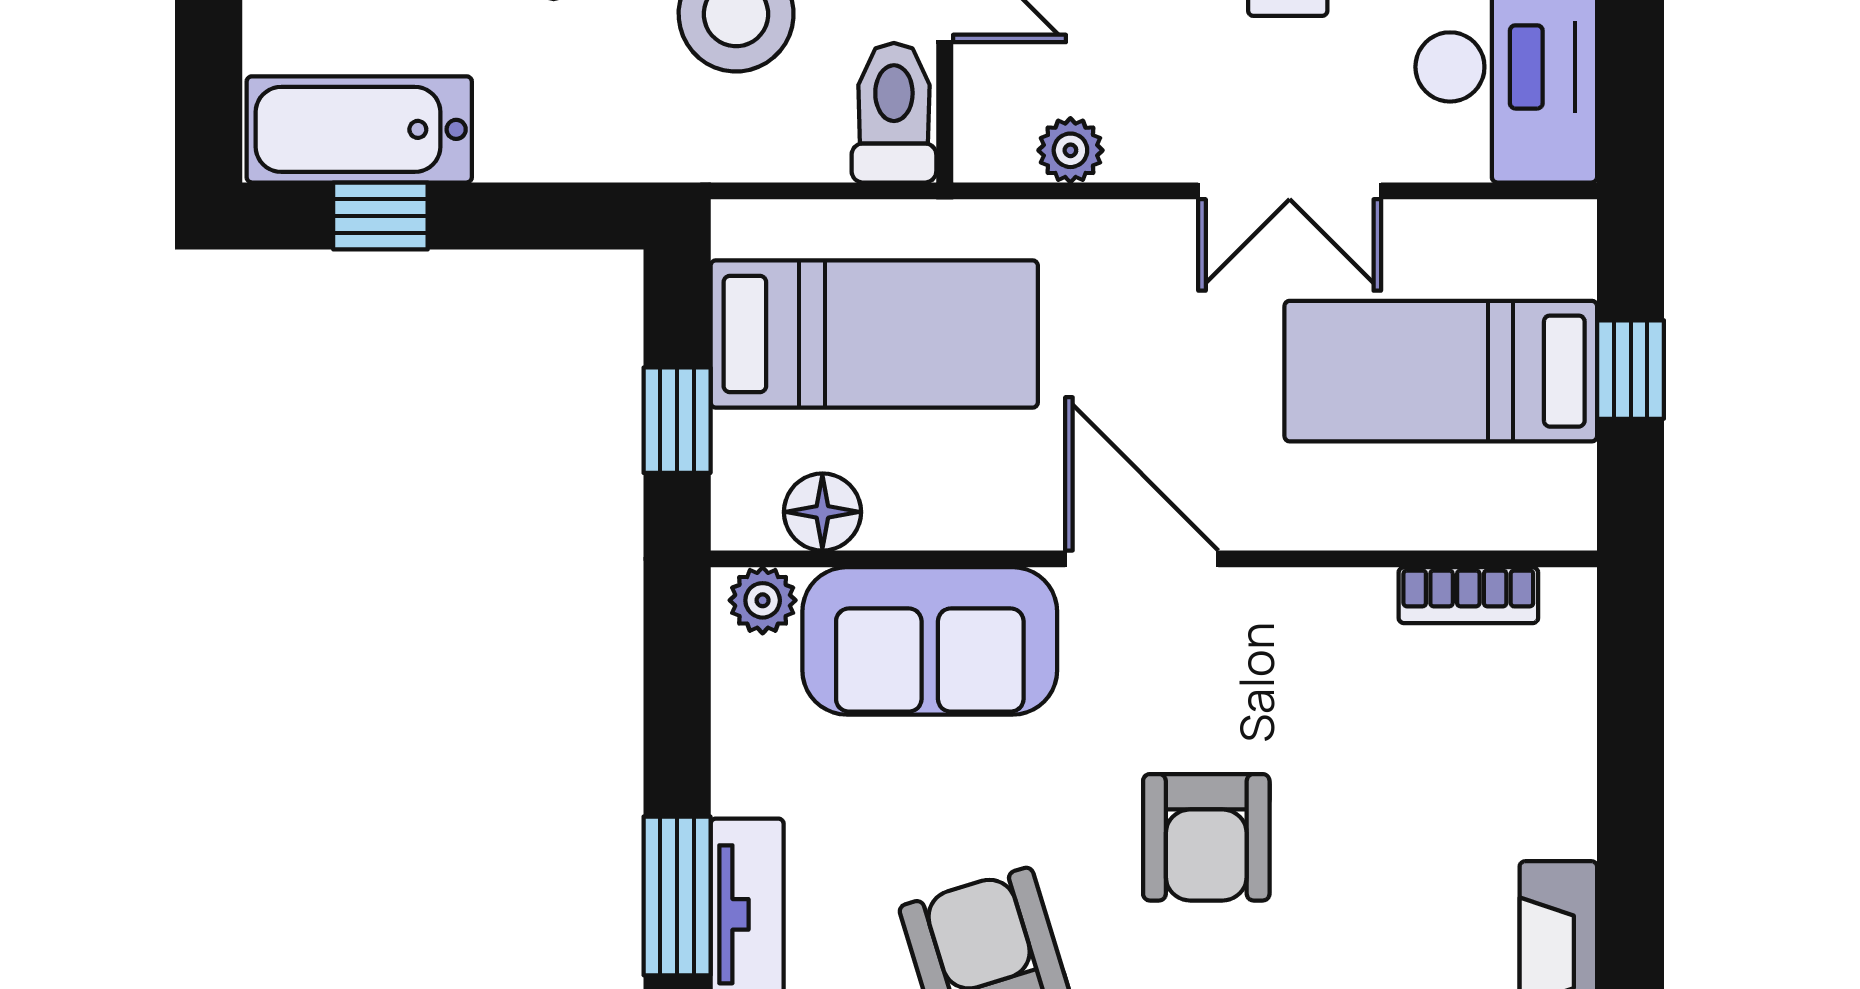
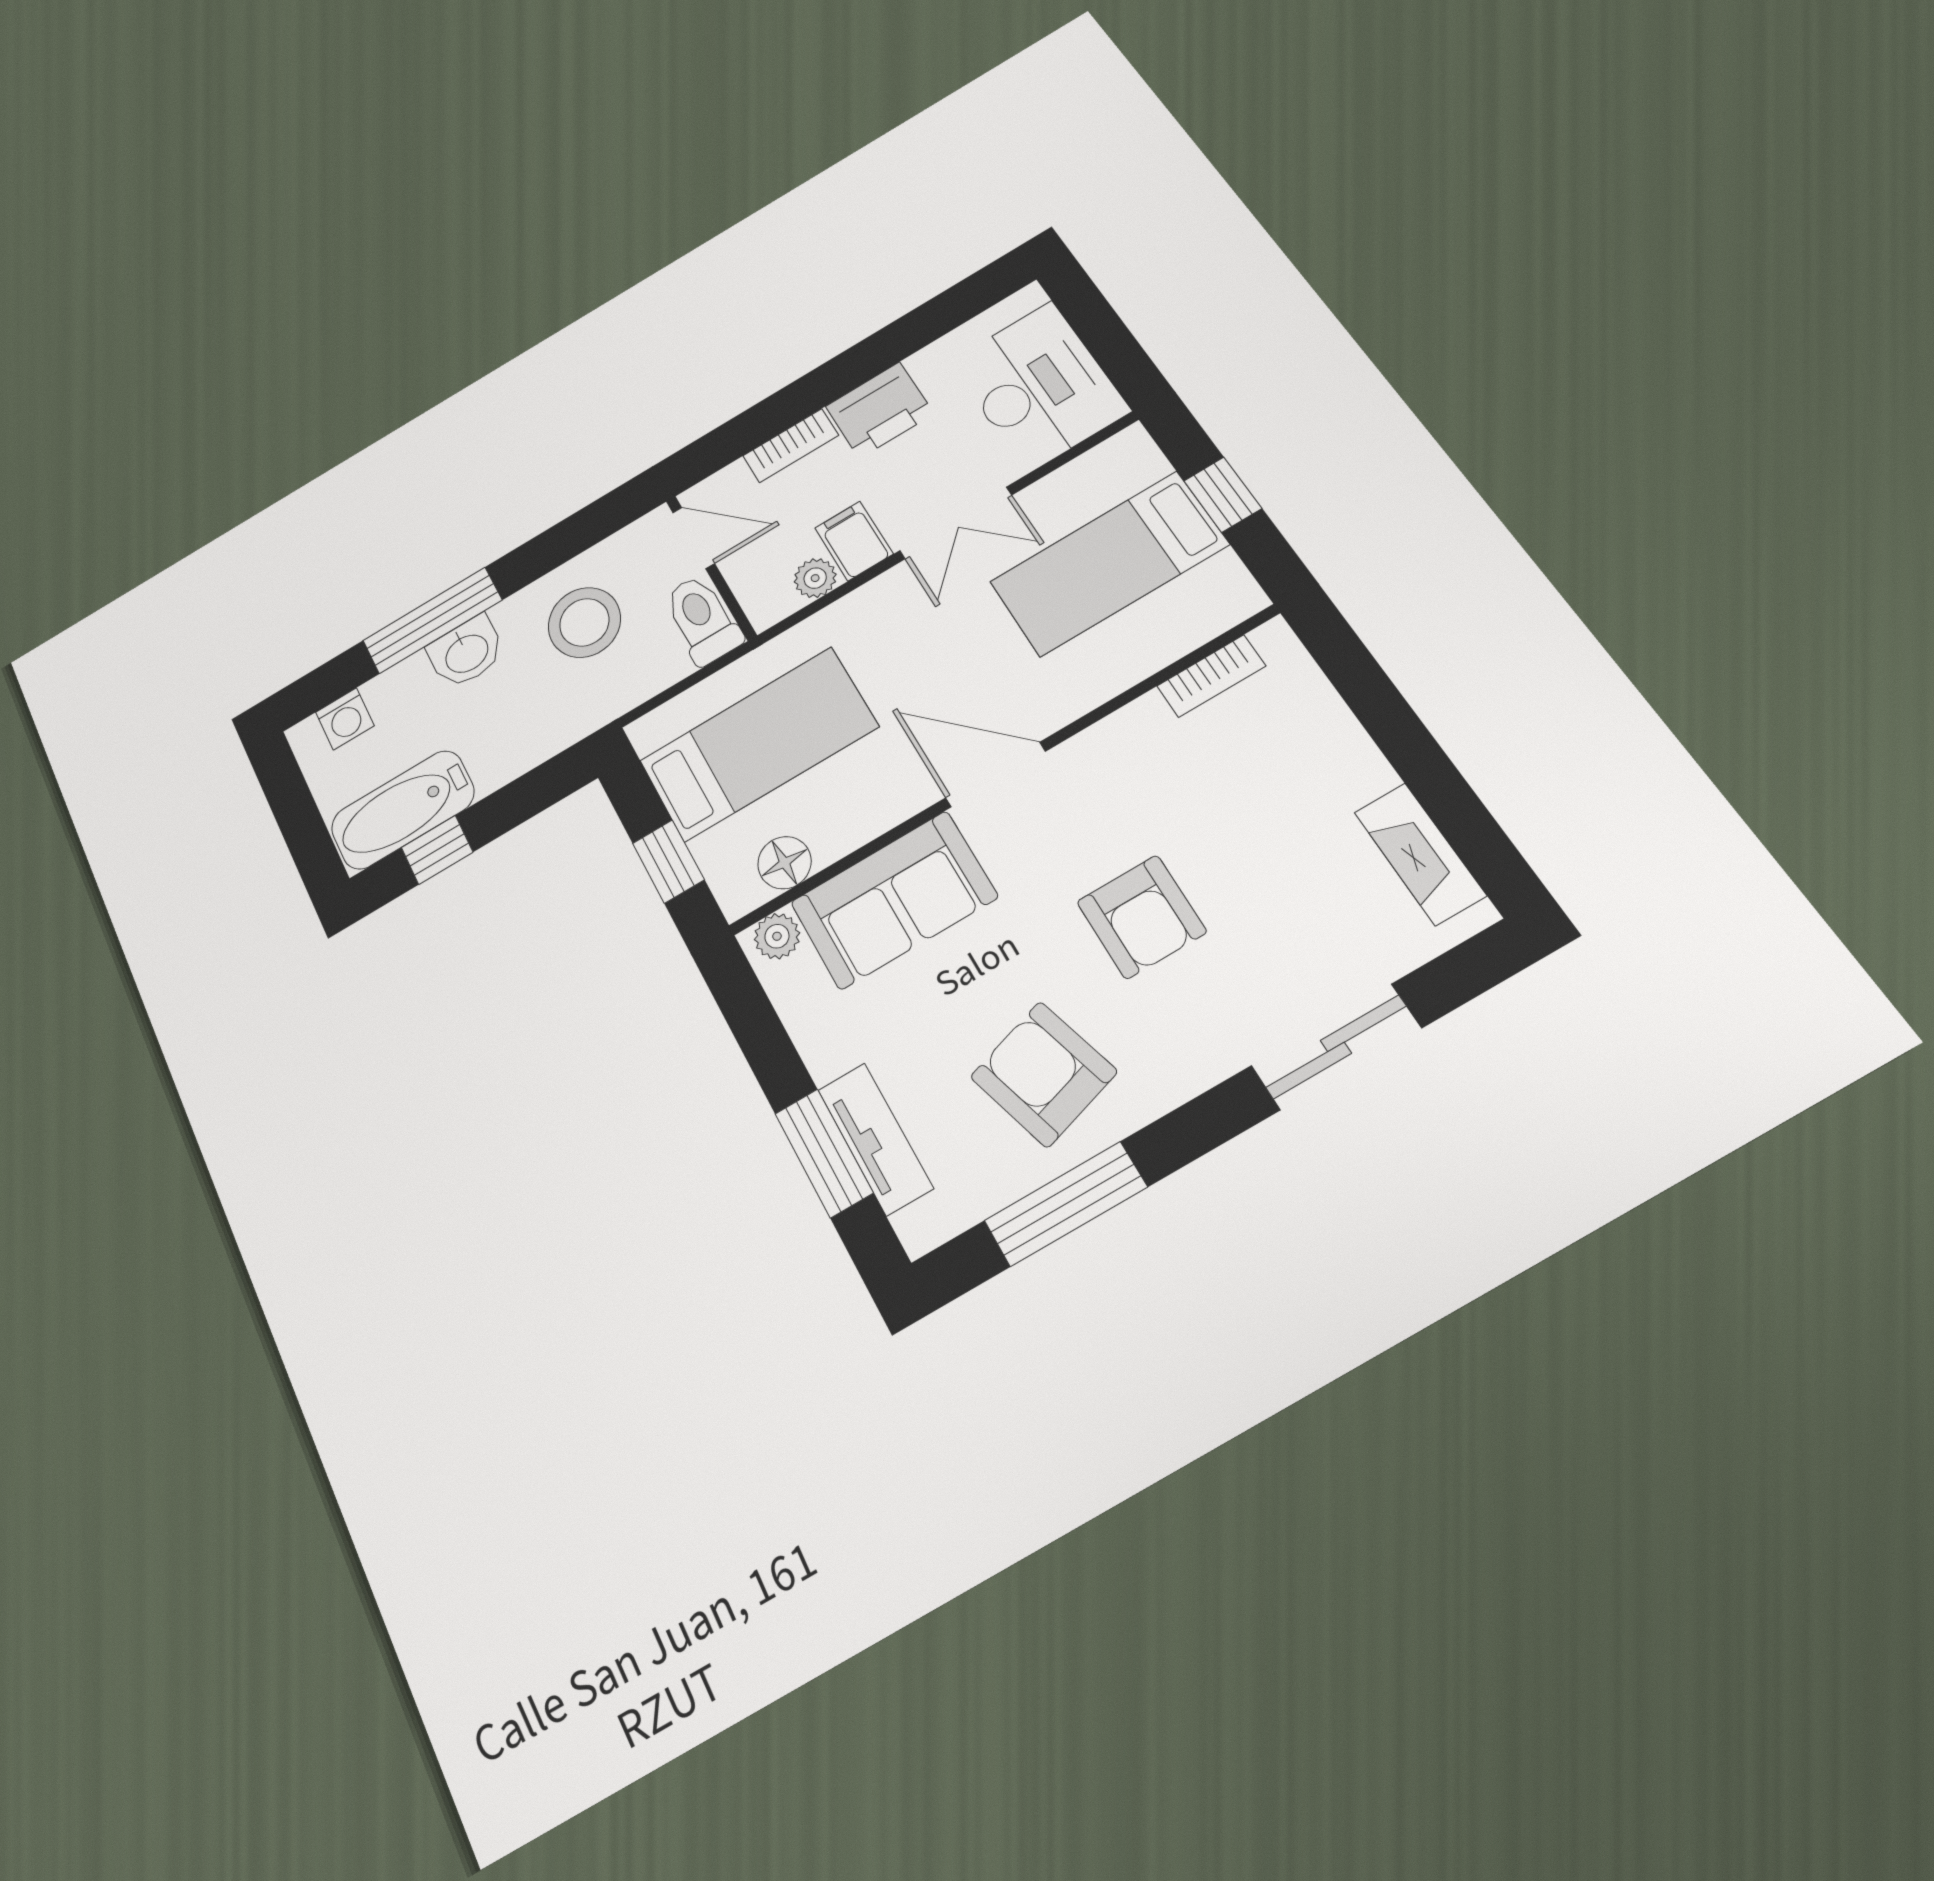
filing cabinet: (1149, 130) -> (854, 541), added

